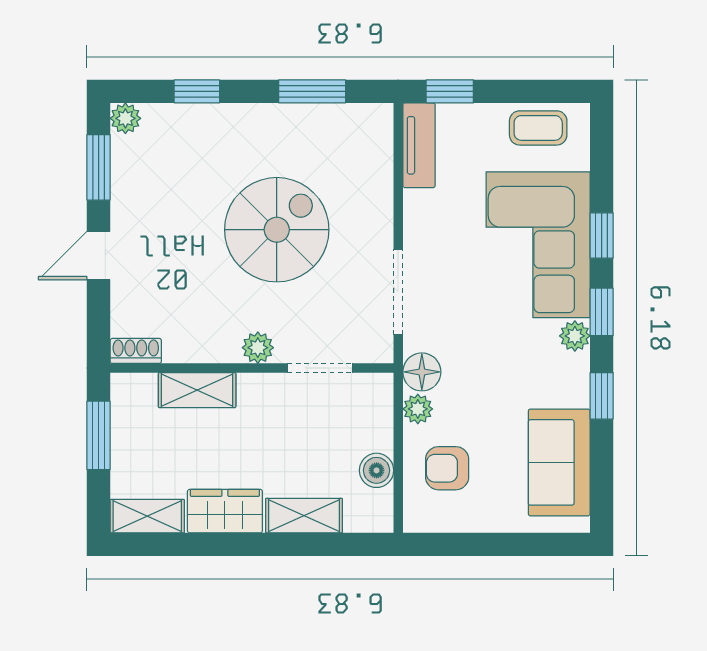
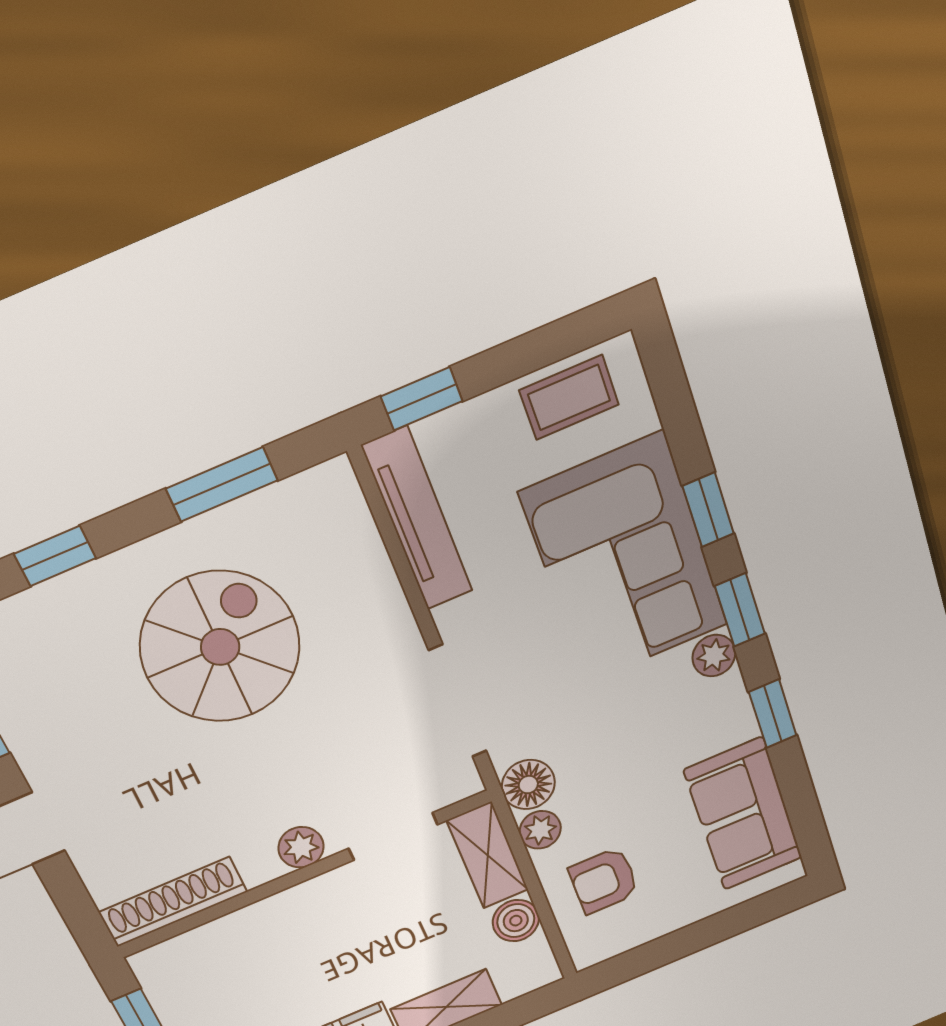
tv unit: (419, 145) -> (418, 519), width x1.41
spiral stairs: (277, 230) -> (220, 647), moved
shoe rack: (136, 351) -> (173, 902), width x1.94, depth x1.24
shelving: (197, 390) -> (488, 855), moved, turned 90

